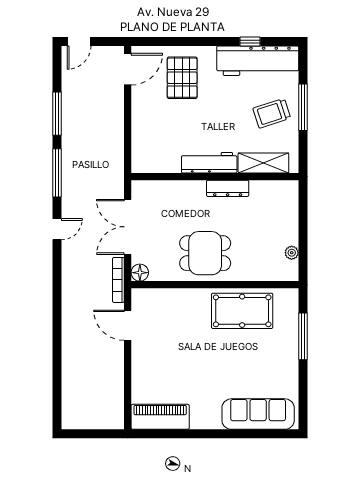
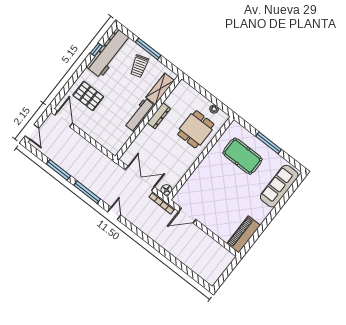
double door: (128, 227) -> (140, 178), swing flipped
dining table: (205, 253) -> (196, 129), moved
pool table: (242, 311) -> (242, 156), moved, turned 90
window: (303, 336) -> (268, 143), moved

